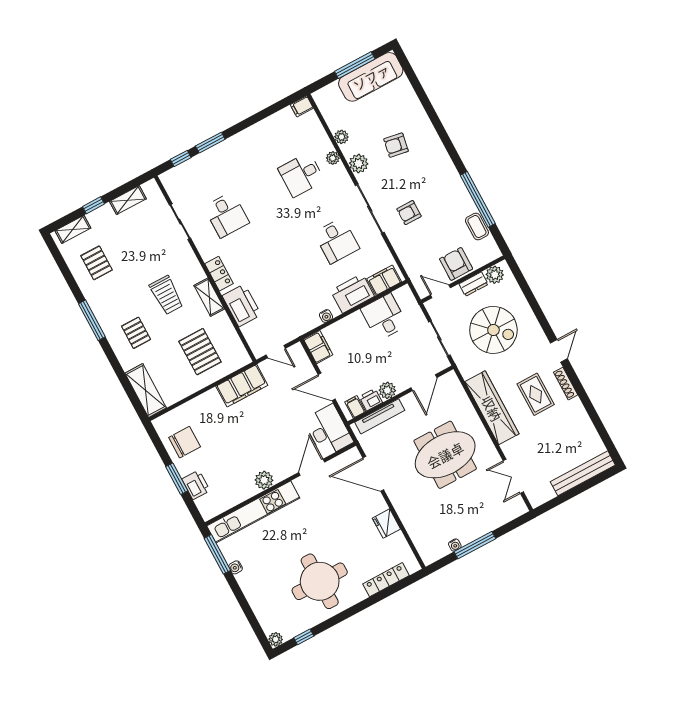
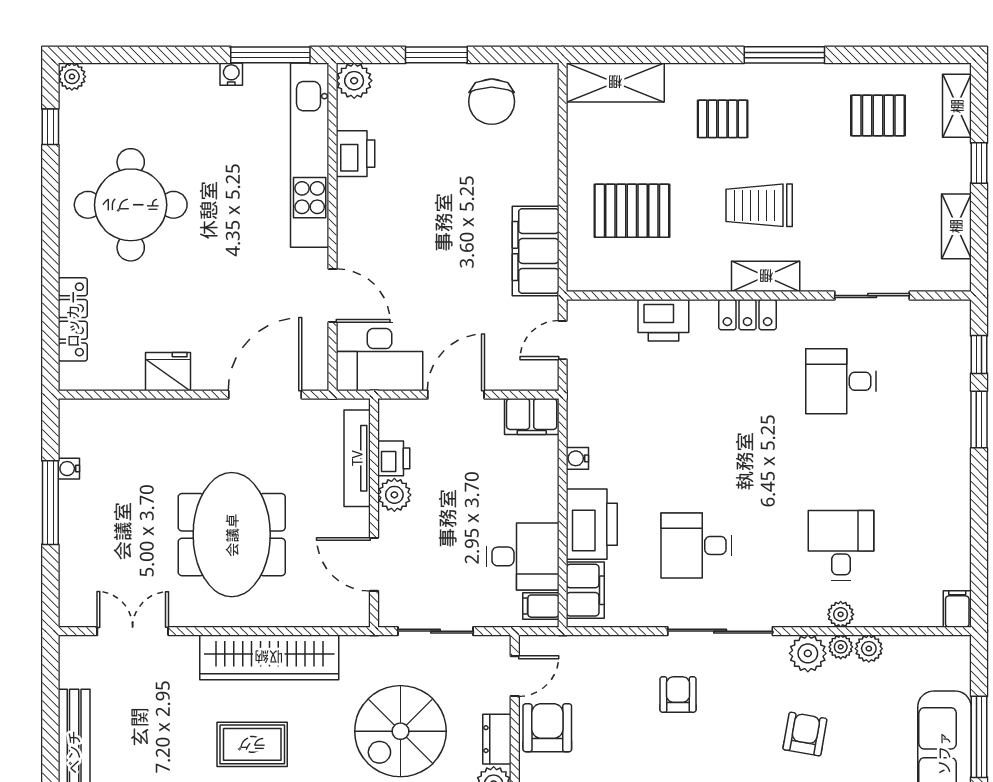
plant: (348, 150) -> (841, 647), added
armchair: (456, 264) -> (547, 728), turned -90
shelving: (209, 297) -> (766, 276), moved
printer: (242, 305) -> (663, 320), width x0.73, depth x0.84
filing cabinet: (355, 407) -> (541, 606), moved, turned 180
plant: (264, 480) -> (354, 81), moved
printer: (196, 485) -> (355, 154), moved, turned -90

